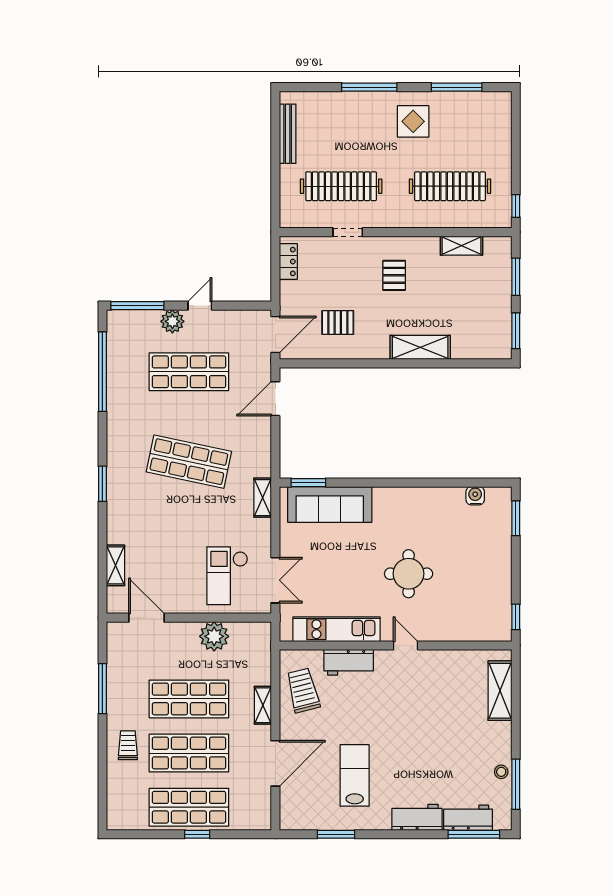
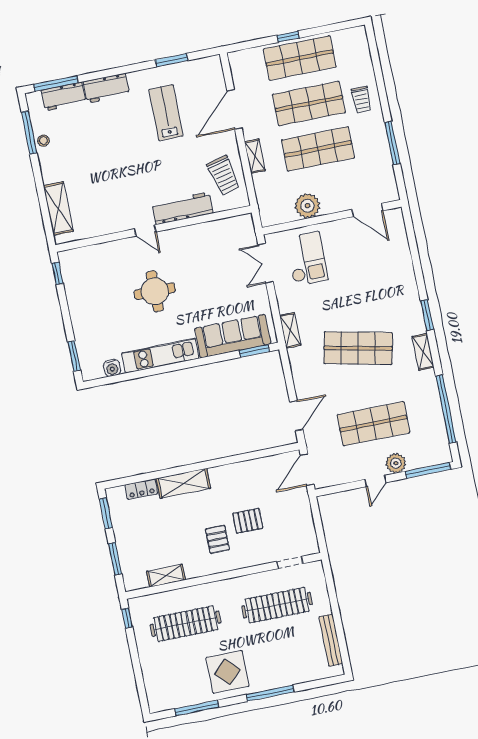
display table: (413, 121) -> (228, 672), width x1.36, depth x1.36
doorway: (348, 232) -> (290, 562), moved
locker: (288, 262) -> (141, 489), moved, turned -90
pallet: (338, 322) -> (248, 521), moved
shelving: (116, 565) -> (423, 352), moved
kitchen unit: (336, 629) -> (160, 356), moved, turned 180
workbench: (349, 662) -> (182, 208), width x1.37
lab bench: (355, 775) -> (166, 113), turned 180

